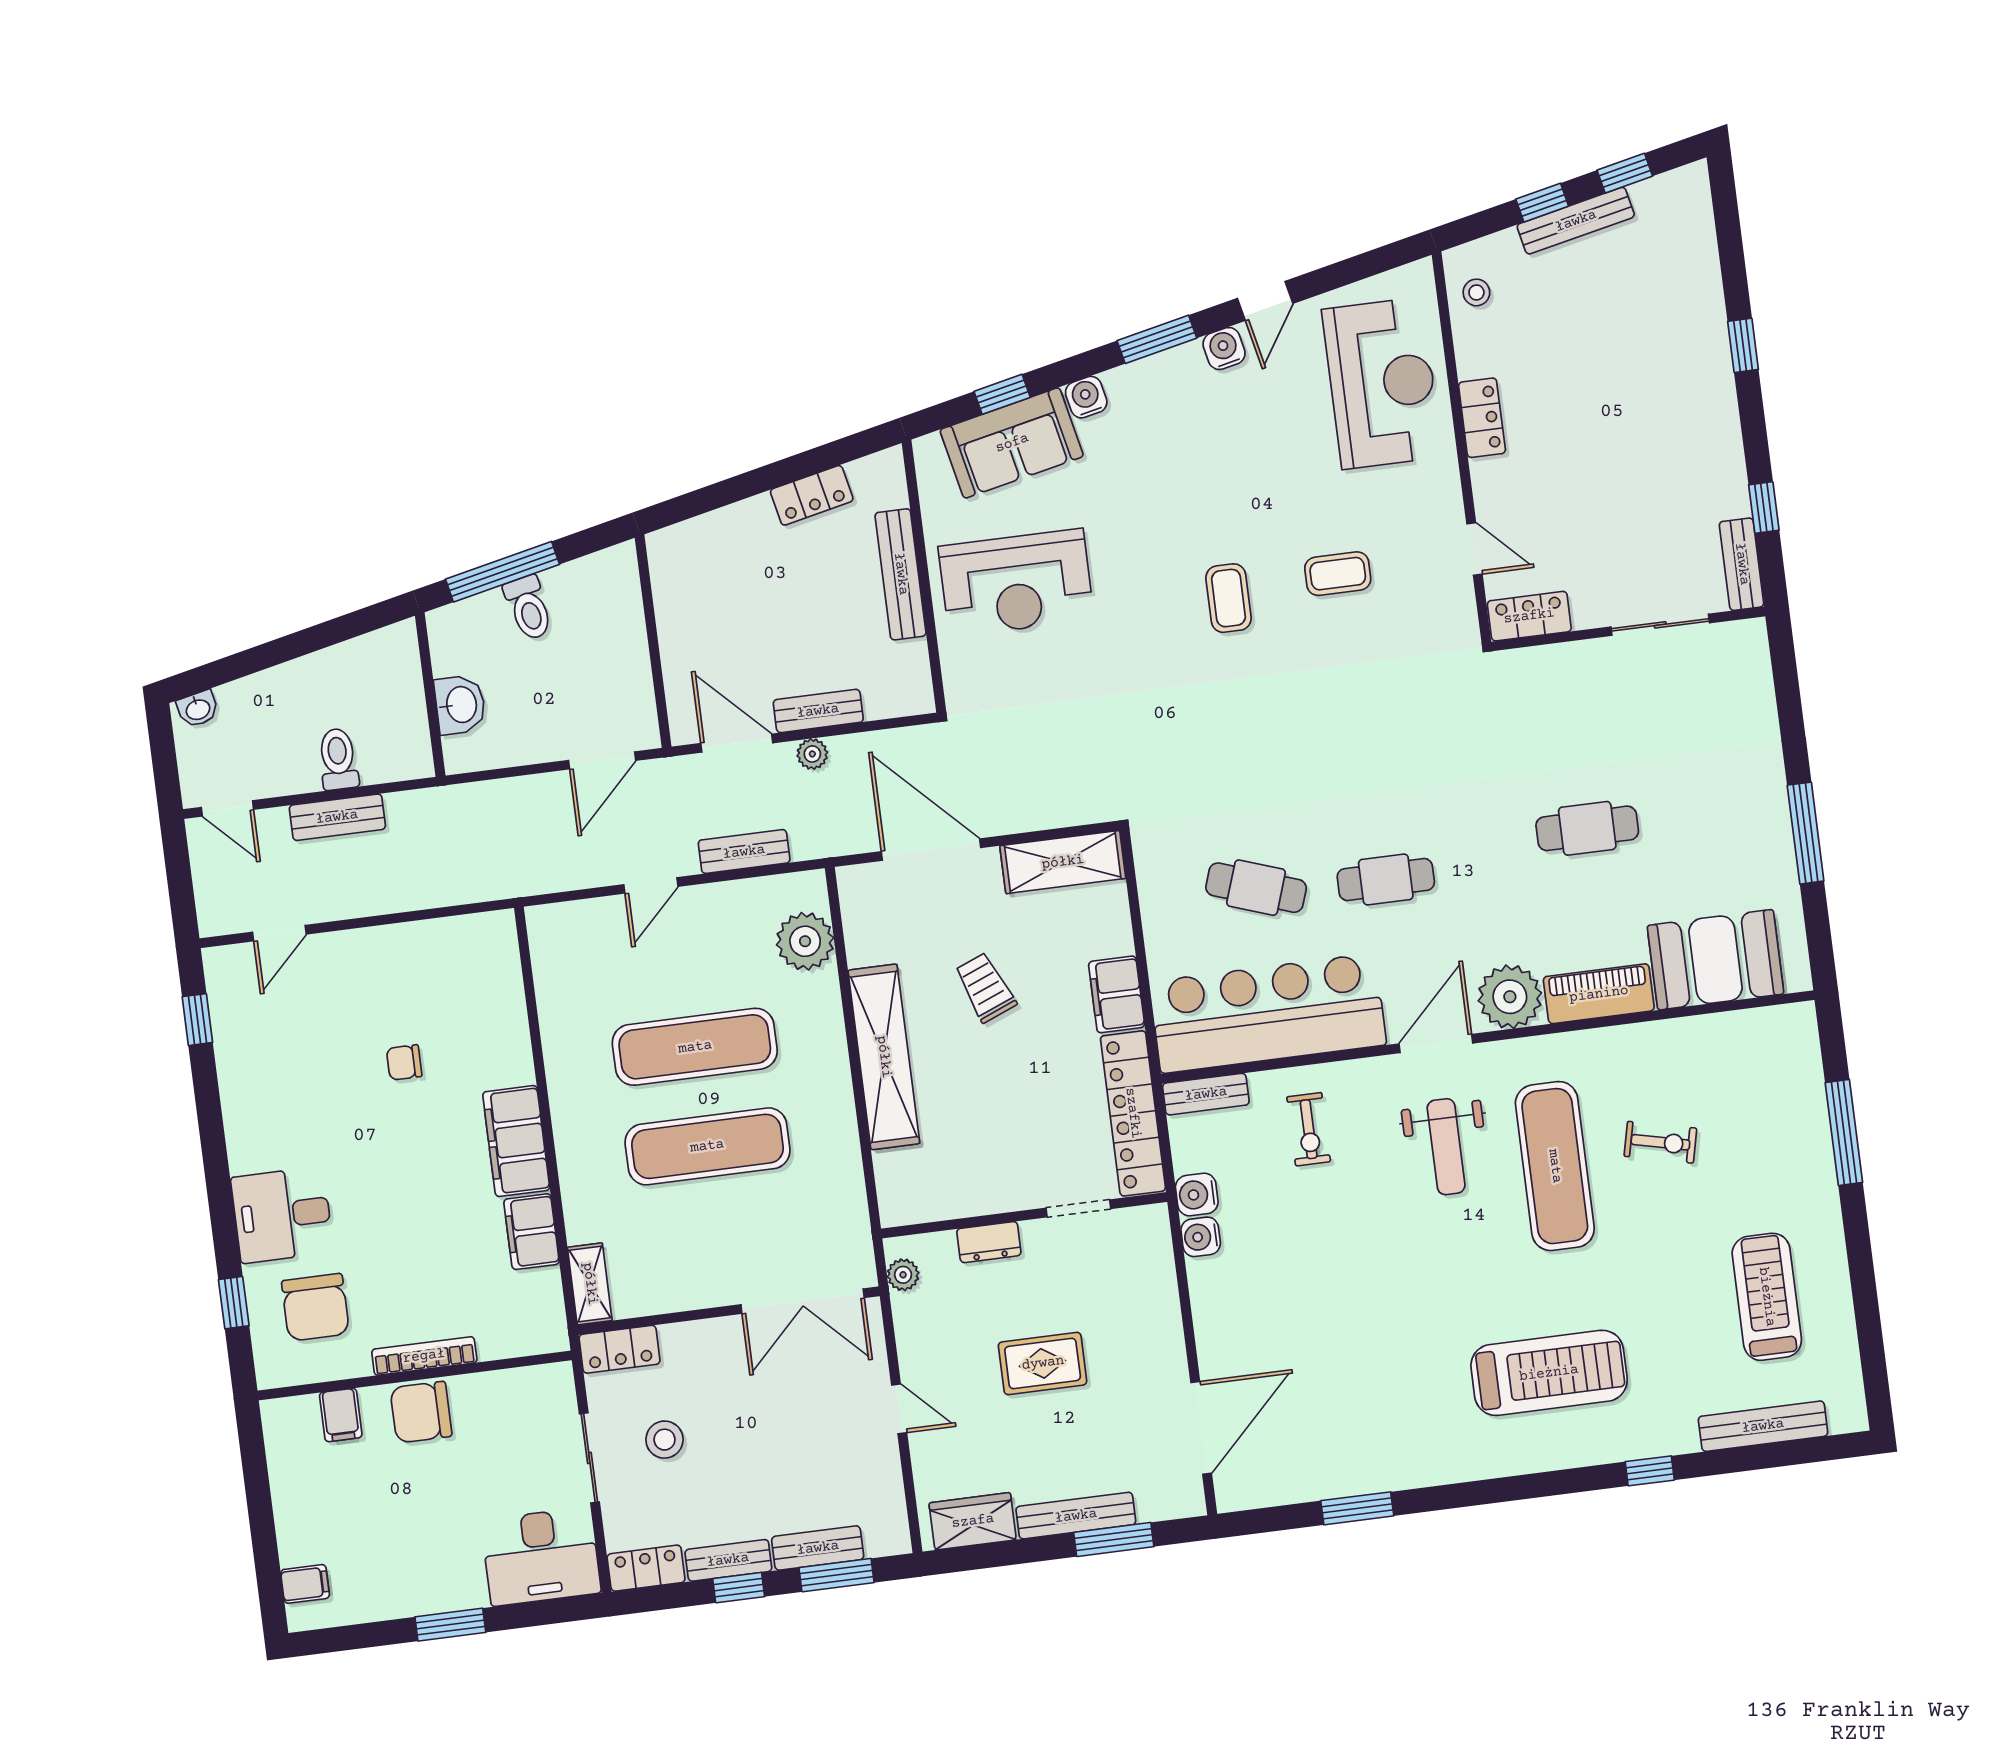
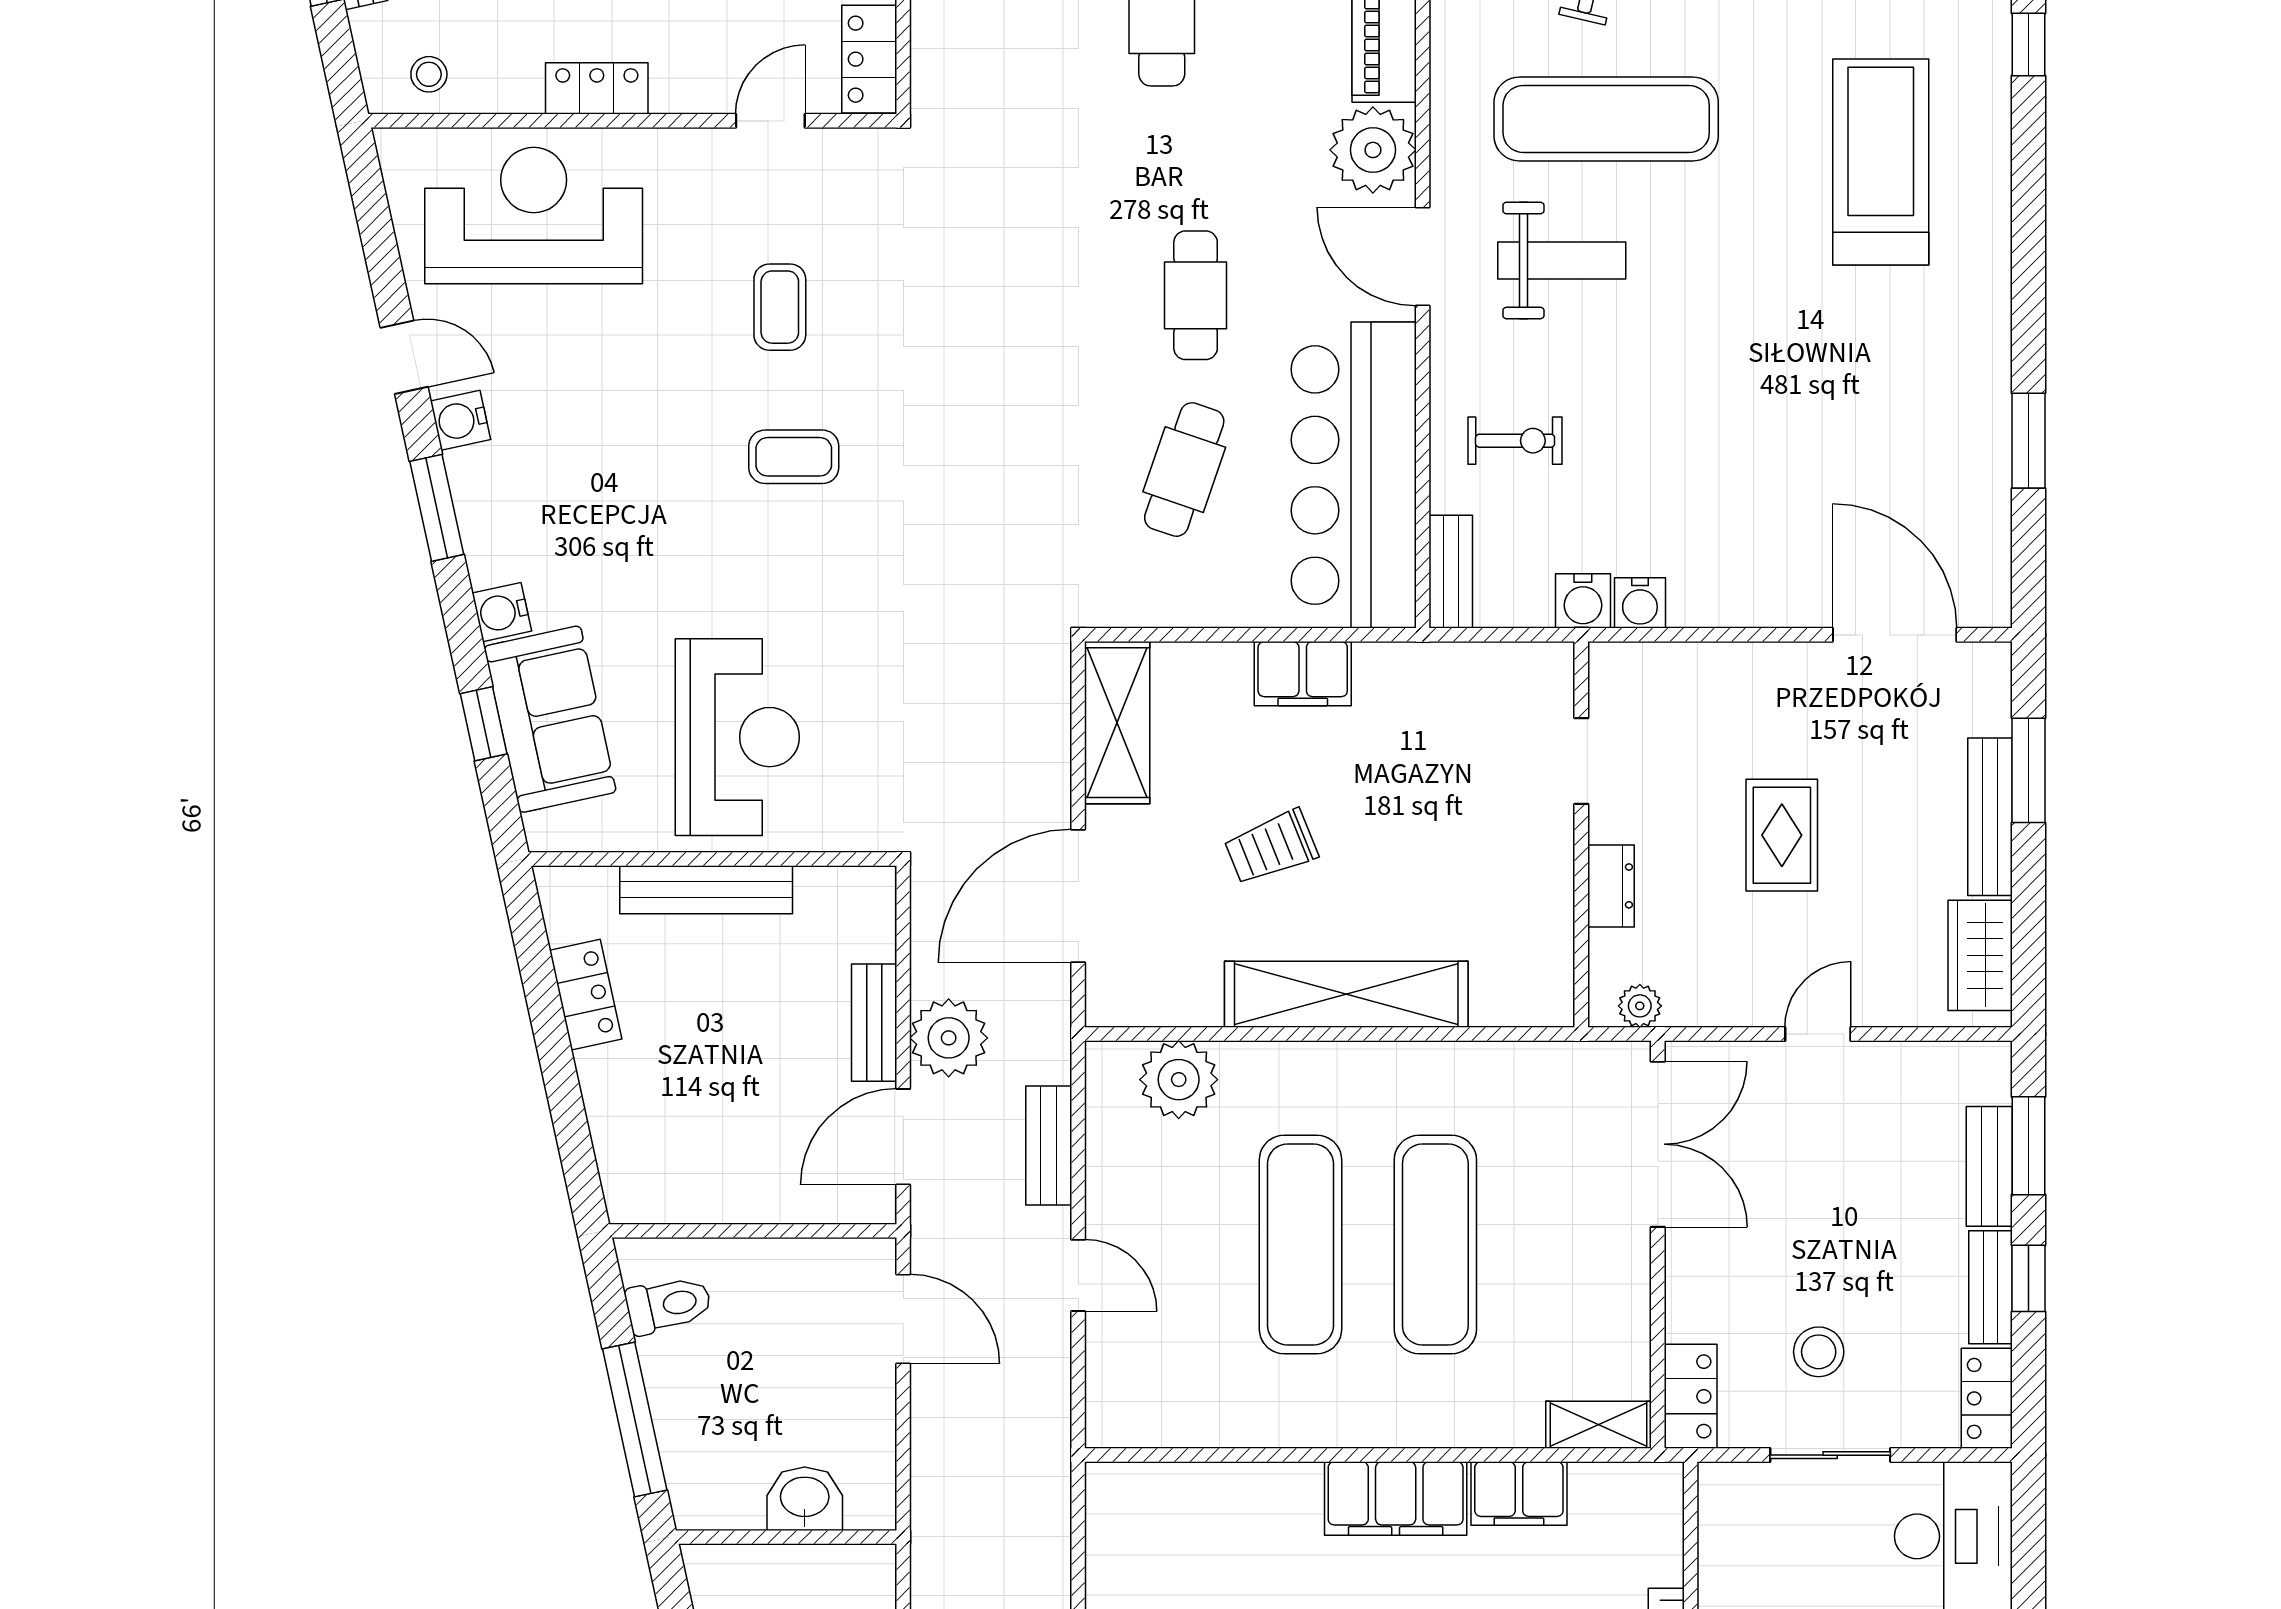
toilet: (529, 608) -> (669, 1305), moved
plant: (812, 754) -> (949, 1038), width x1.88, depth x1.88
locker: (1133, 1113) -> (1464, 672), removed

